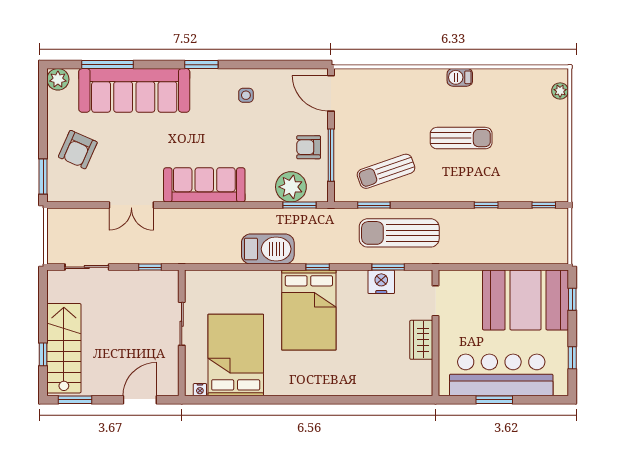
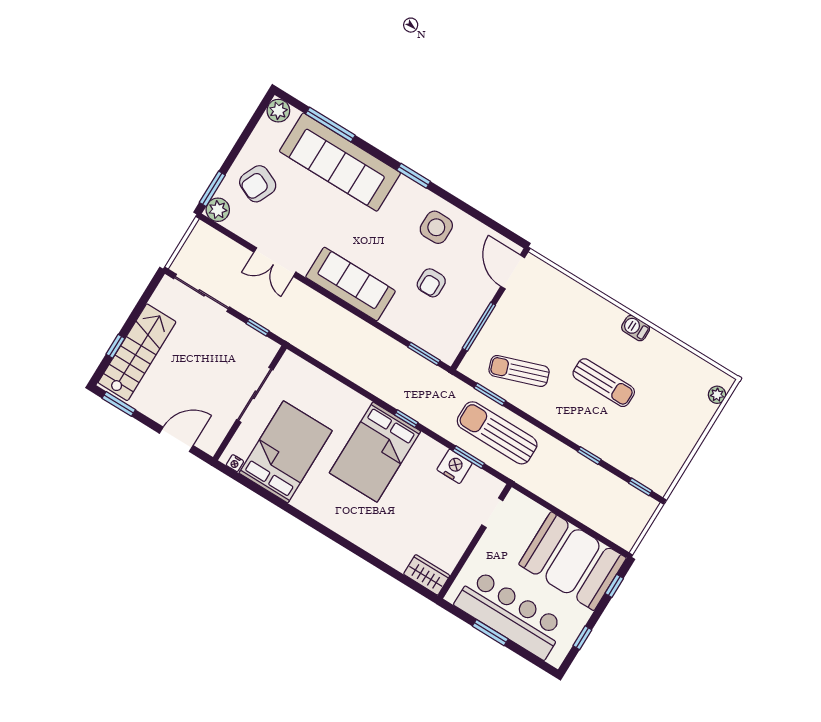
side table: (246, 95) -> (436, 227), width x1.87, depth x1.87
armchair: (309, 147) -> (431, 283), moved, turned -90
plant: (291, 187) -> (218, 210), moved, width x0.73, depth x0.73
barbecue: (268, 249) -> (372, 375), removed
sliding door: (87, 267) -> (202, 293), width x1.37
sliding door: (182, 324) -> (255, 395), width x1.37
wardrobe: (421, 340) -> (427, 575), moved, turned 90

